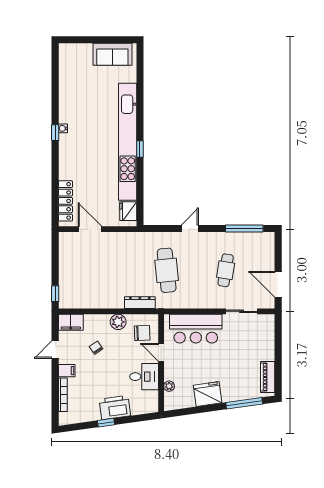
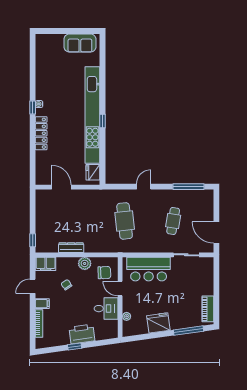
locker: (65, 201) -> (41, 133), moved
dresser: (140, 303) -> (71, 248), moved

